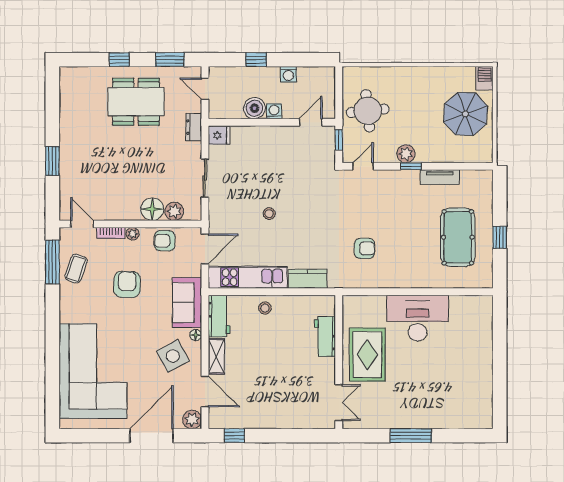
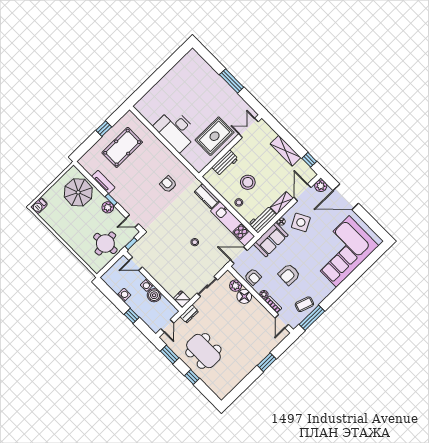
parasol: (465, 114) -> (78, 192), moved
stool: (278, 341) -> (248, 182), added
shelving: (271, 419) -> (285, 151), added

